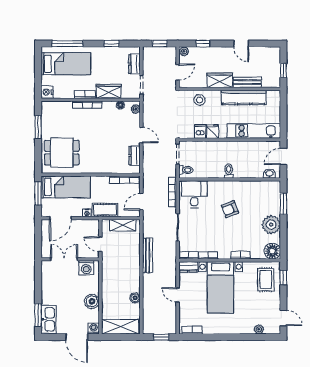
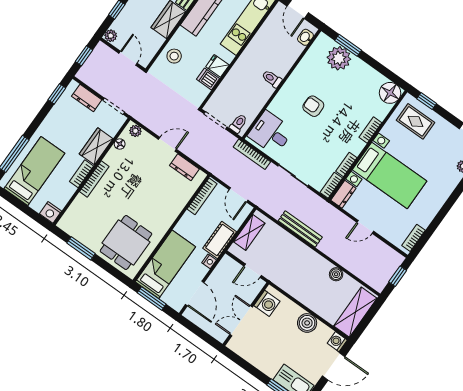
window: (112, 44) -> (57, 94), moved
armchair: (230, 209) -> (313, 106), turned 111
plant: (271, 225) -> (339, 58), moved

